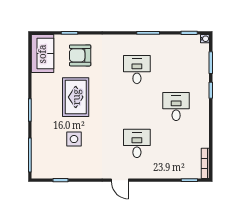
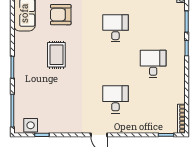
rug: (76, 97) -> (56, 55), width x0.73, depth x0.70
side table: (74, 139) -> (31, 125), moved

